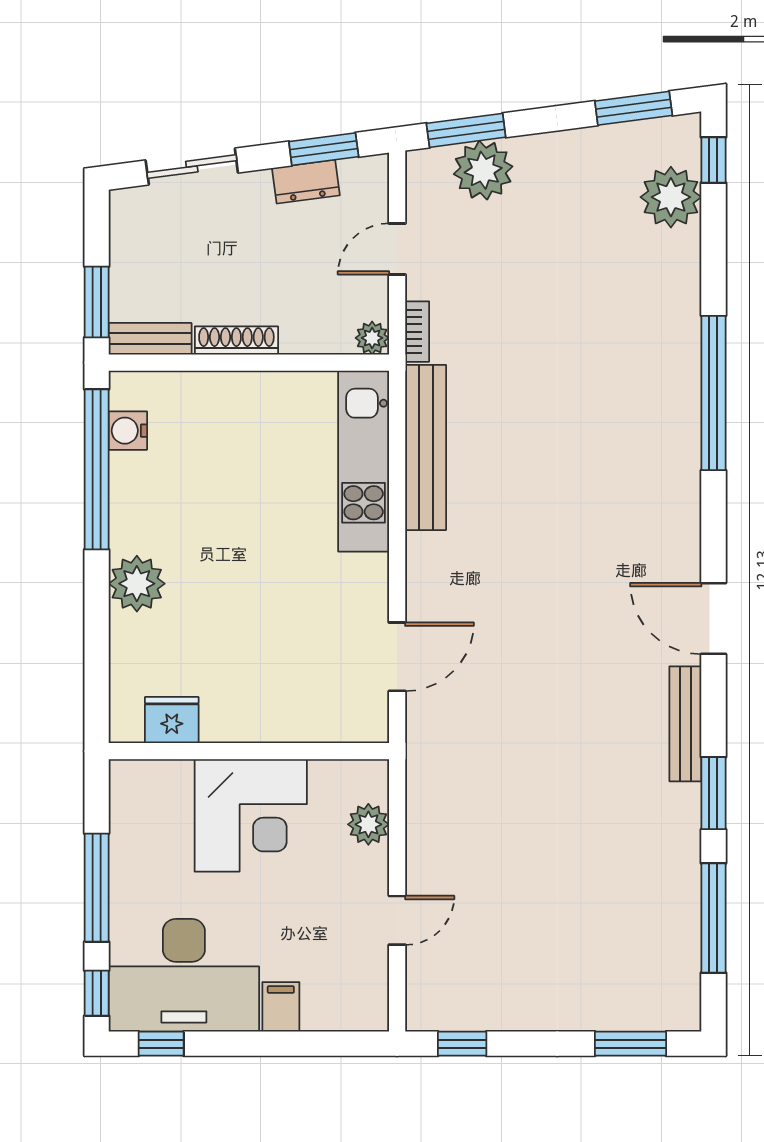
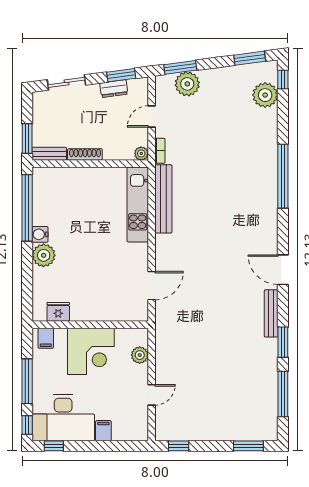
water cooler: (128, 431) -> (40, 234), moved
filing cabinet: (142, 784) -> (46, 338), added

